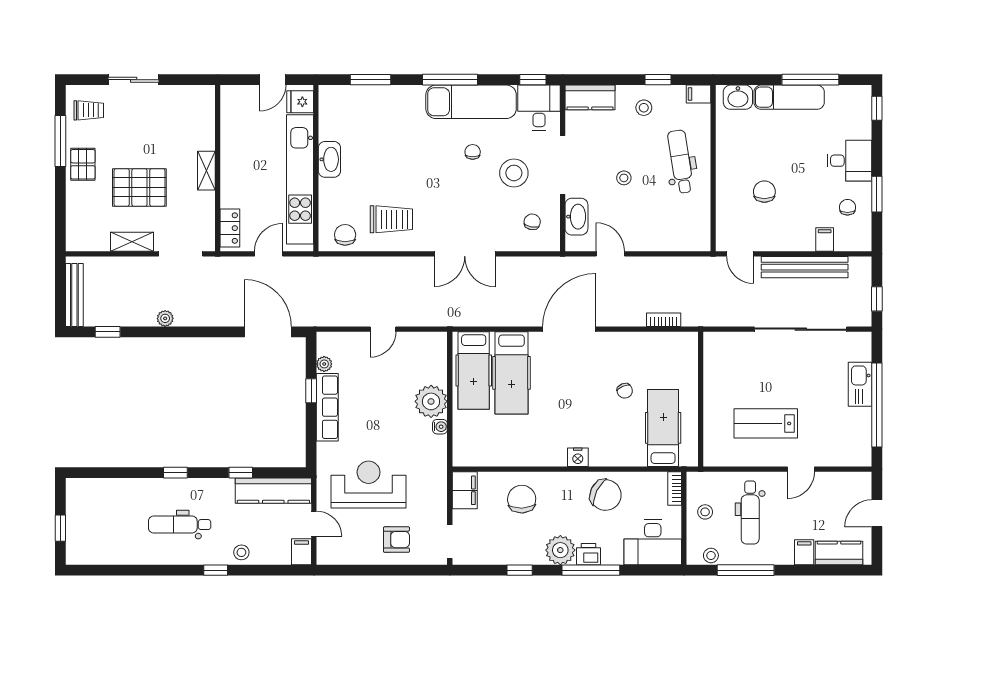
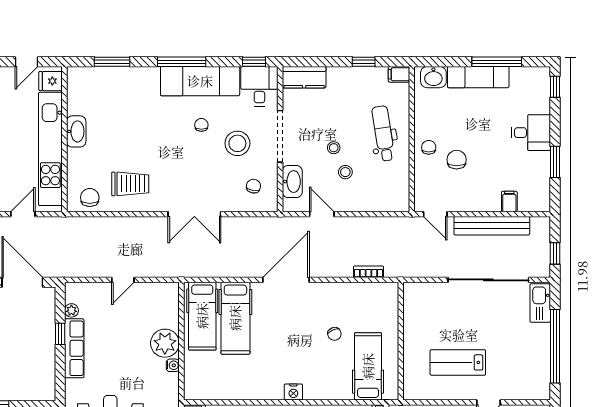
stool: (644, 108) -> (345, 172), moved
chair: (847, 207) -> (429, 147), moved
kitchen sink: (860, 384) -> (540, 303), moved

